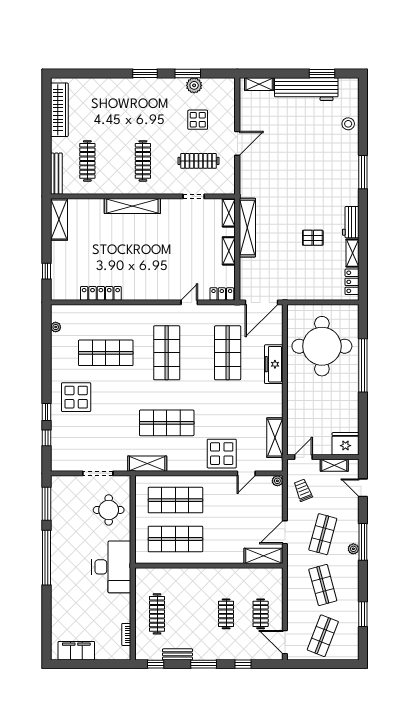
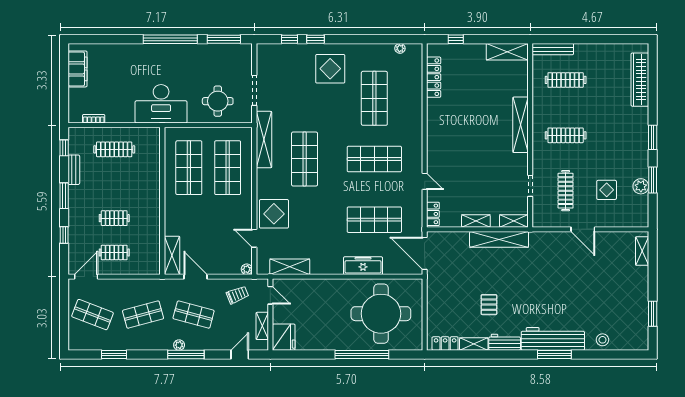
workbench: (306, 89) -> (553, 339), moved, turned 90
wardrobe: (59, 110) -> (640, 80), moved, turned 90
locker: (101, 293) -> (434, 77), moved
shelving: (147, 464) -> (264, 140), width x1.47

